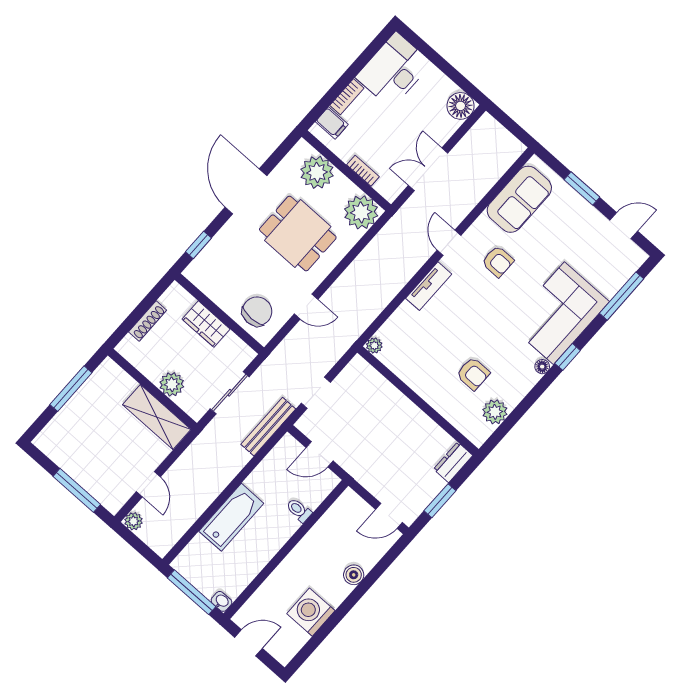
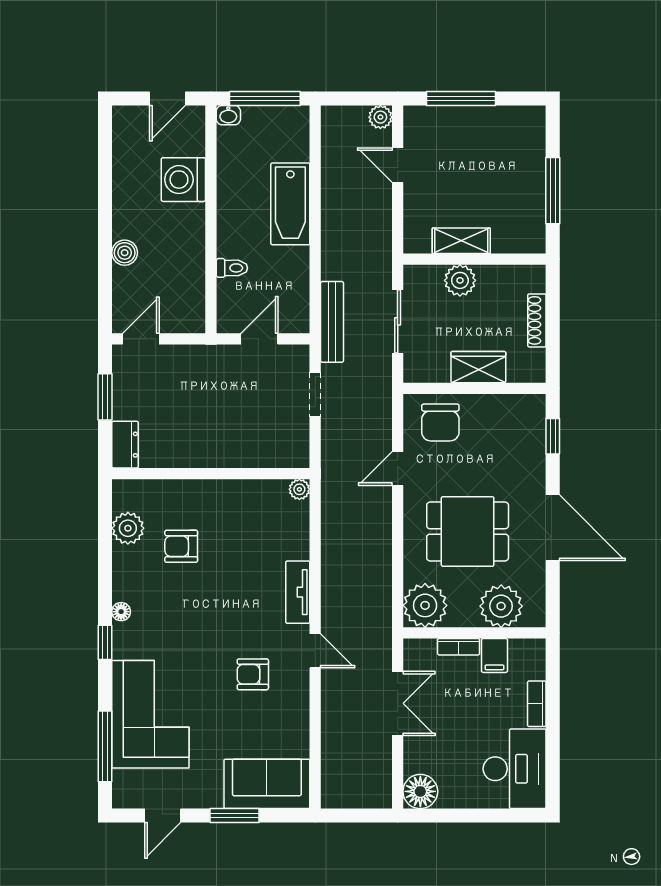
filing cabinet: (332, 123) -> (494, 655), moved, turned -90
sofa: (519, 199) -> (267, 784), moved, turned 90
corner sofa: (559, 313) -> (150, 714), moved
shelving: (157, 417) -> (461, 241), width x0.67, depth x0.75
washing machine: (311, 612) -> (183, 180), moved, turned 180

